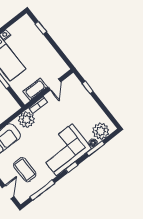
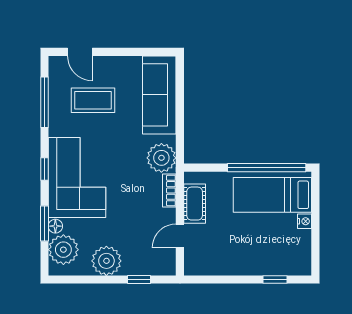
door: (55, 84) -> (180, 236), hinge flipped
plant: (91, 108) -> (106, 261), added

